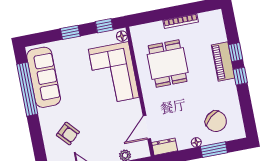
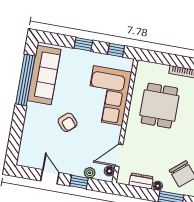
floor lamp: (122, 36) -> (109, 171), moved
armchair: (68, 134) -> (68, 122), moved
dresser: (165, 147) -> (141, 181), moved

